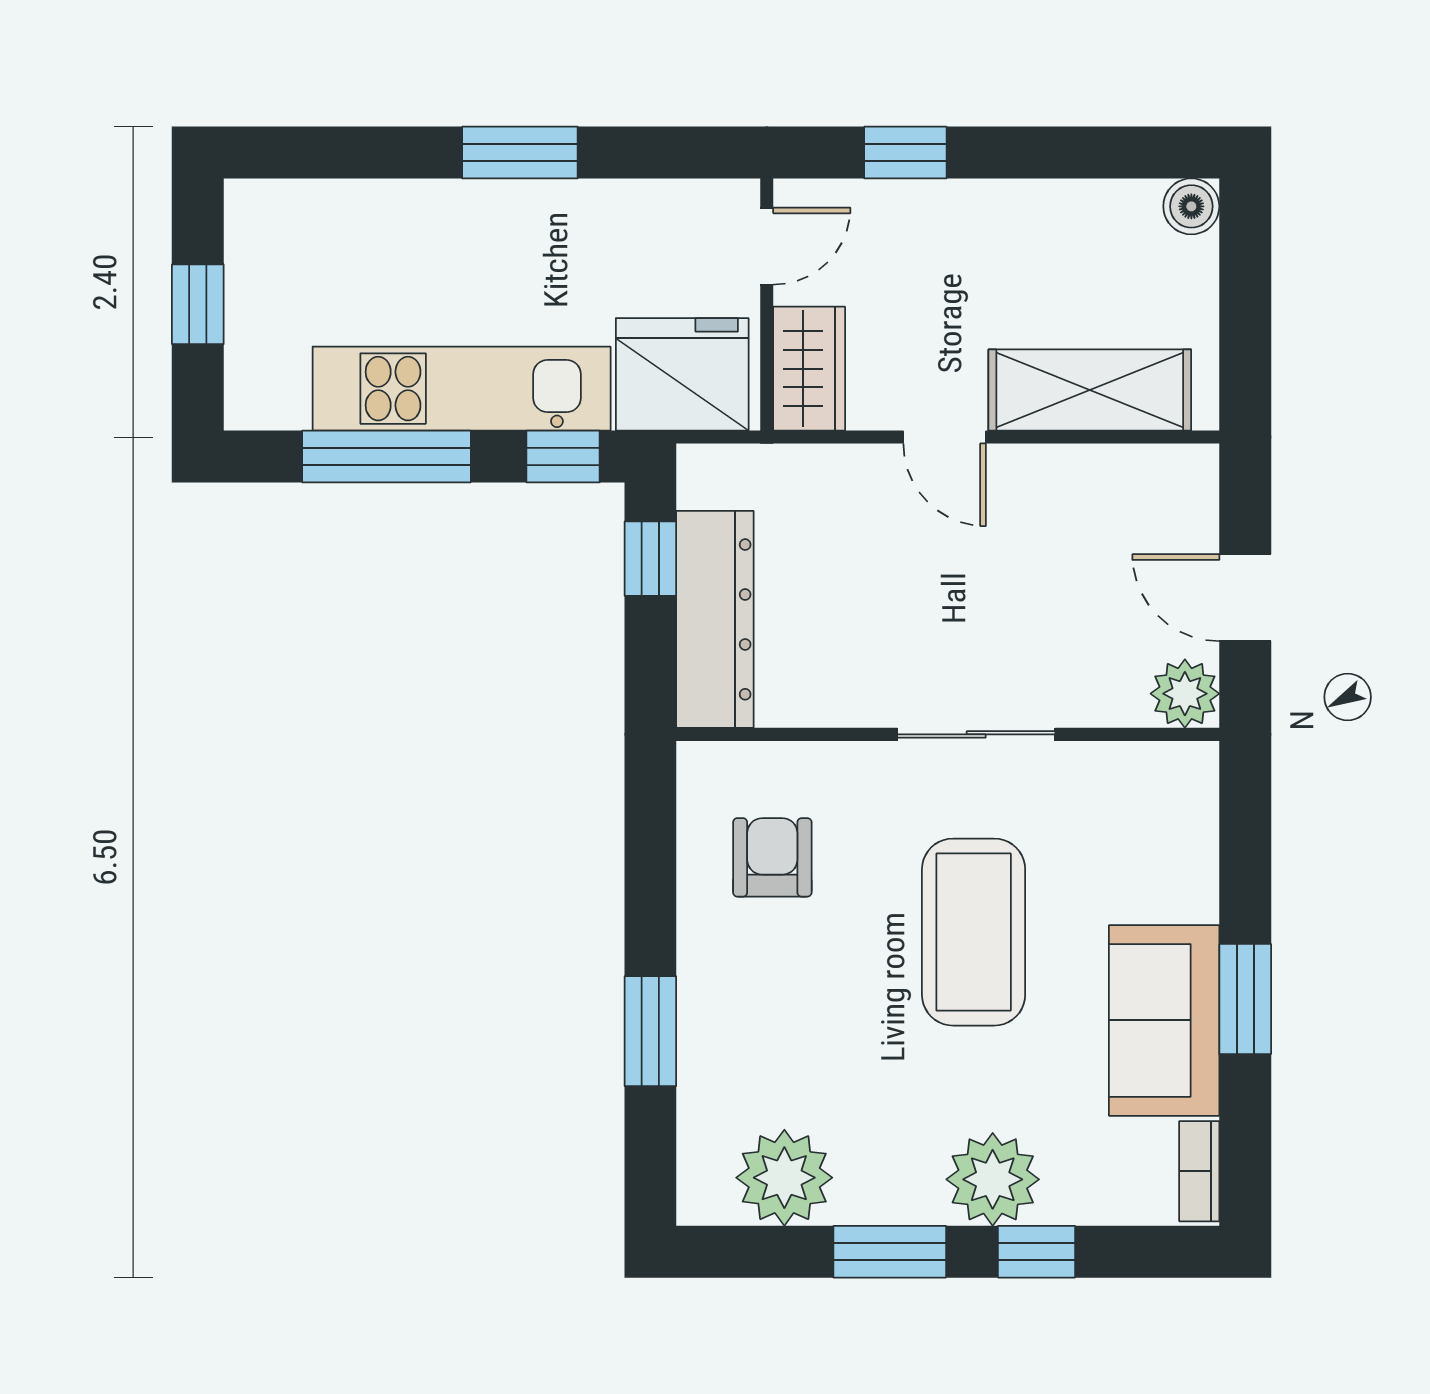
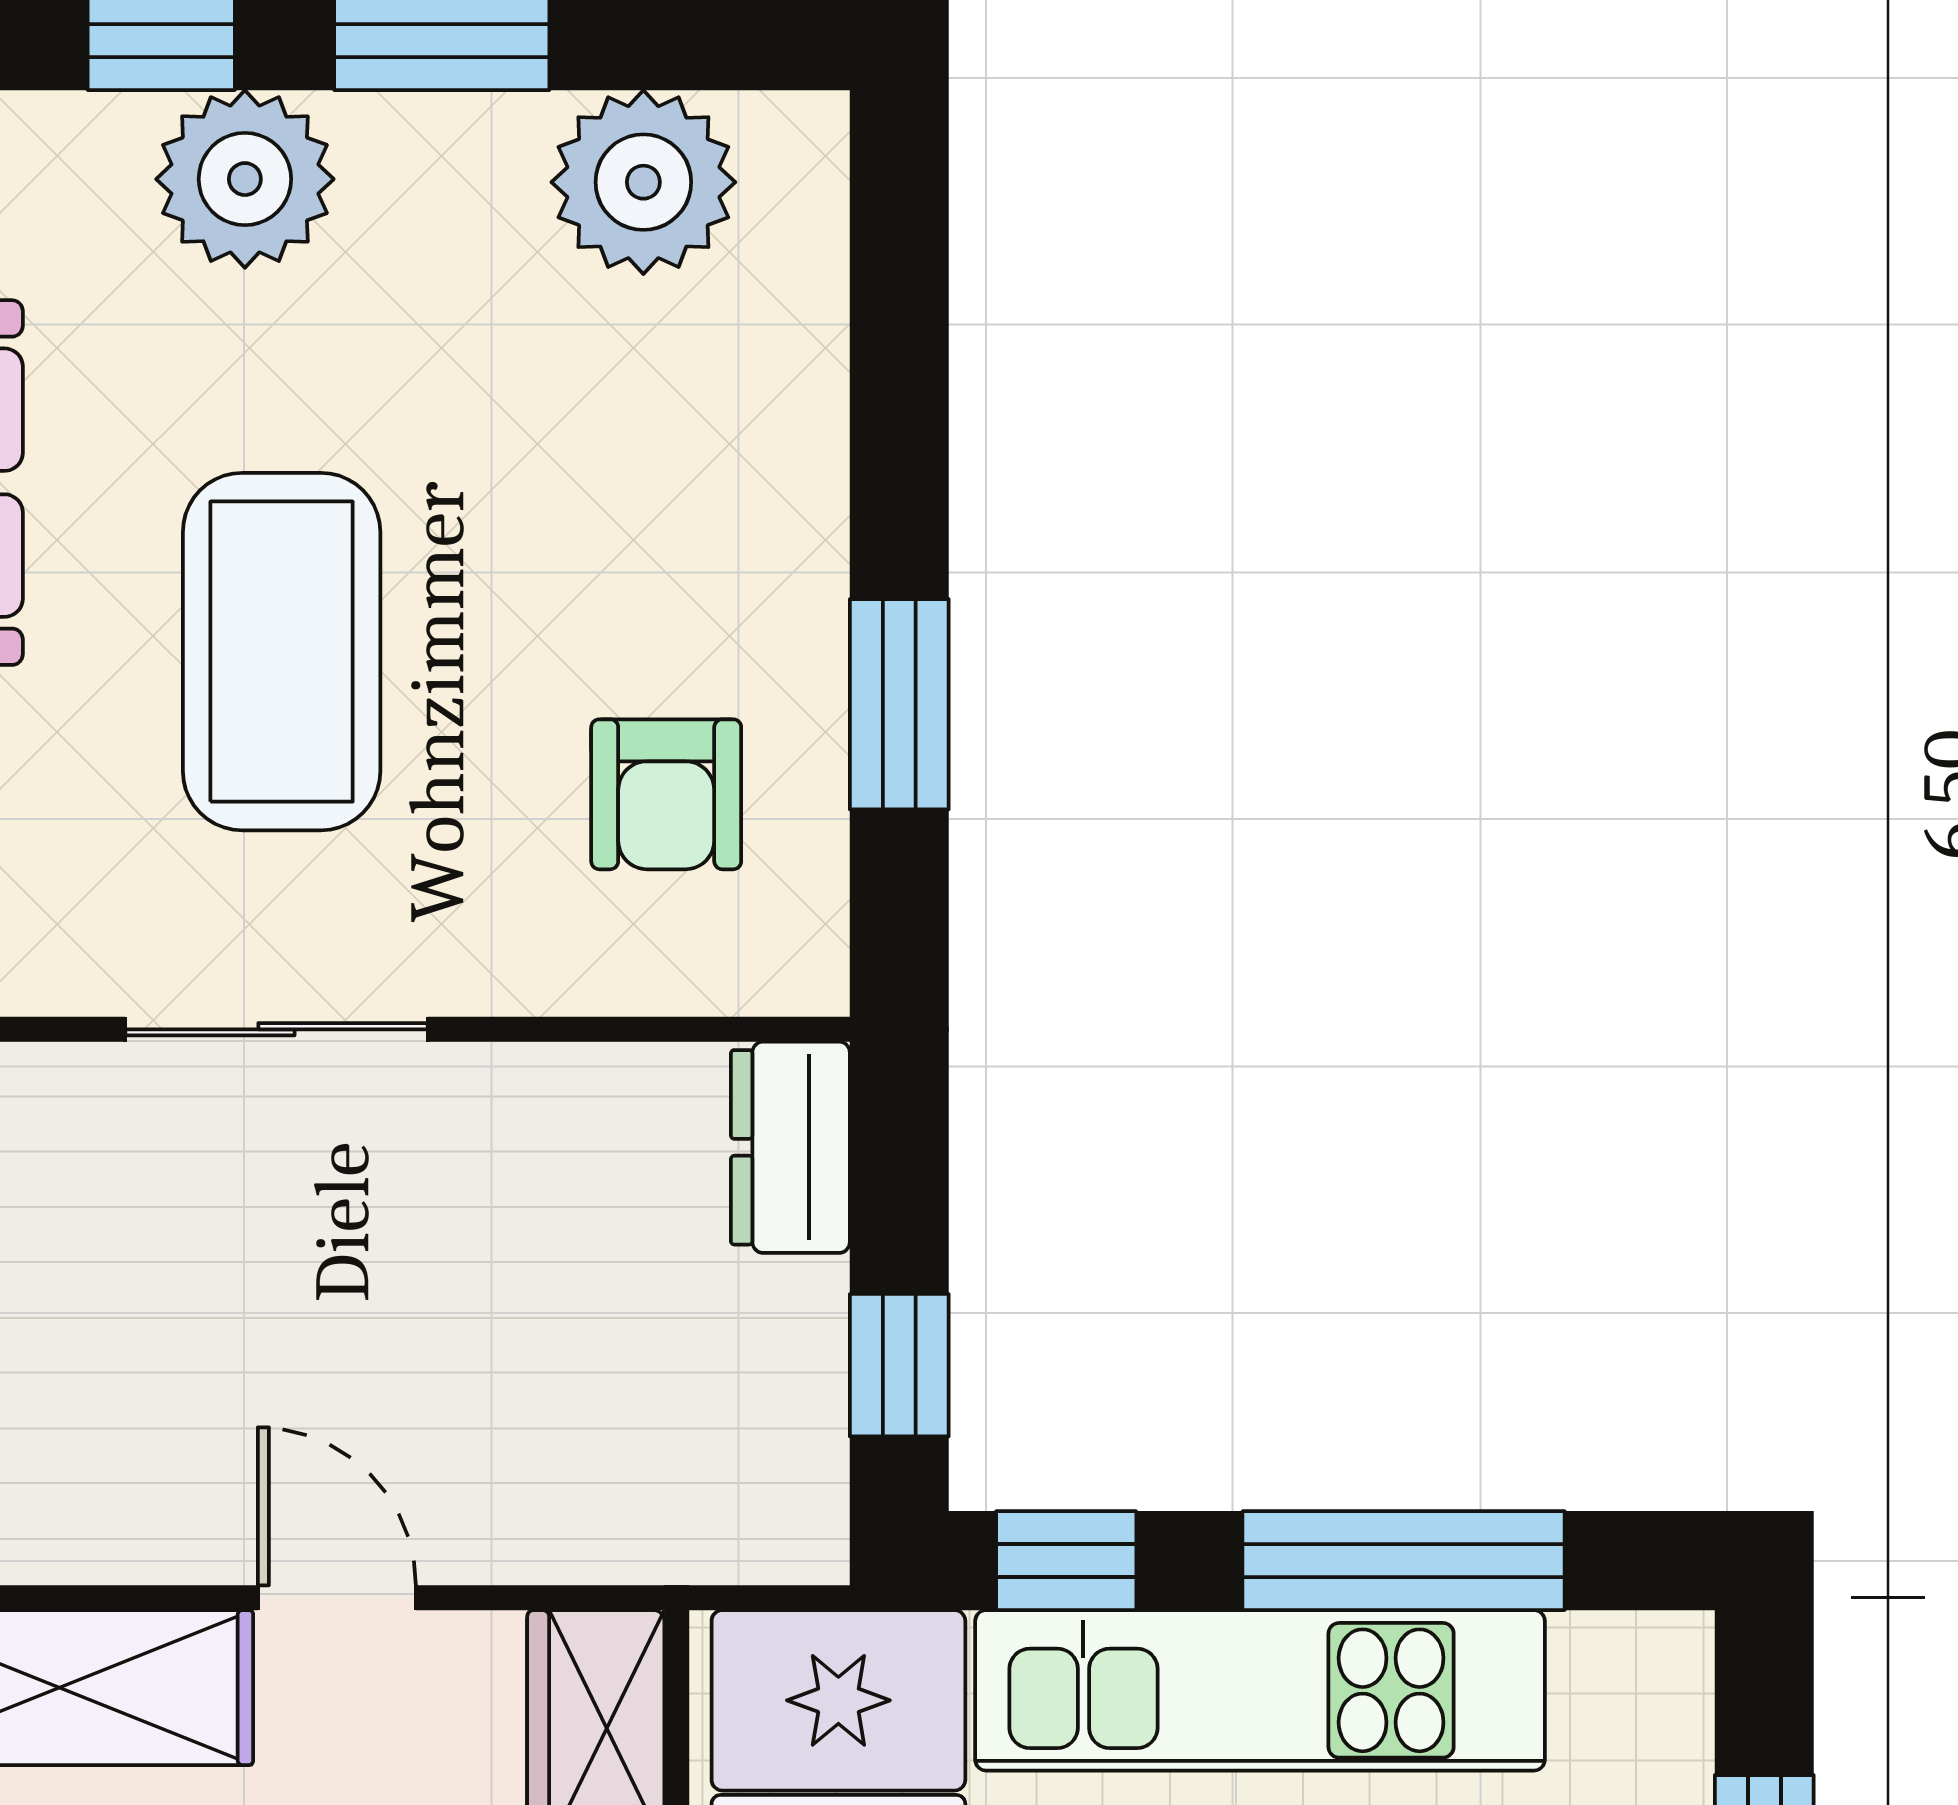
dresser: (715, 619) -> (790, 1147), width x0.51, depth x0.80
window: (650, 1031) -> (899, 704), moved

